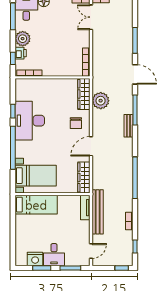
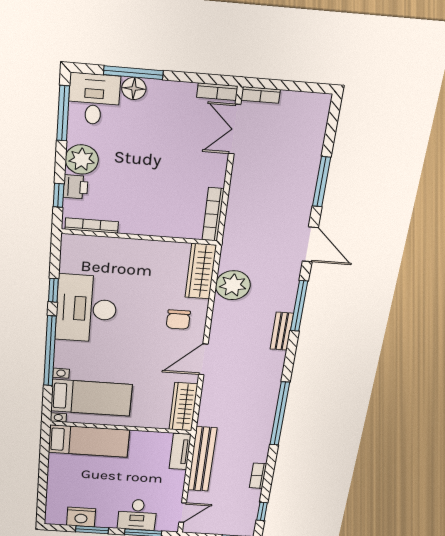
desk: (54, 255) -> (137, 515), moved

